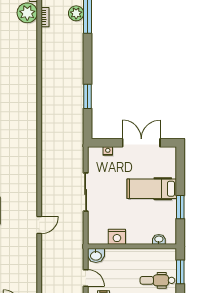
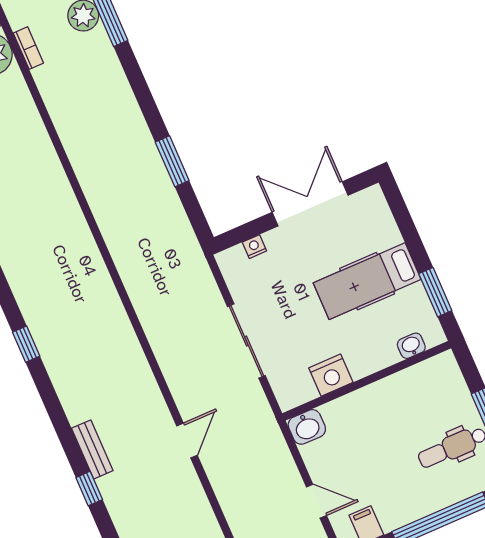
nightstand: (117, 237) -> (331, 375), moved
washbasin: (159, 239) -> (411, 346), moved
wall: (132, 246) -> (367, 381), moved
washbasin: (96, 255) -> (307, 427), moved

